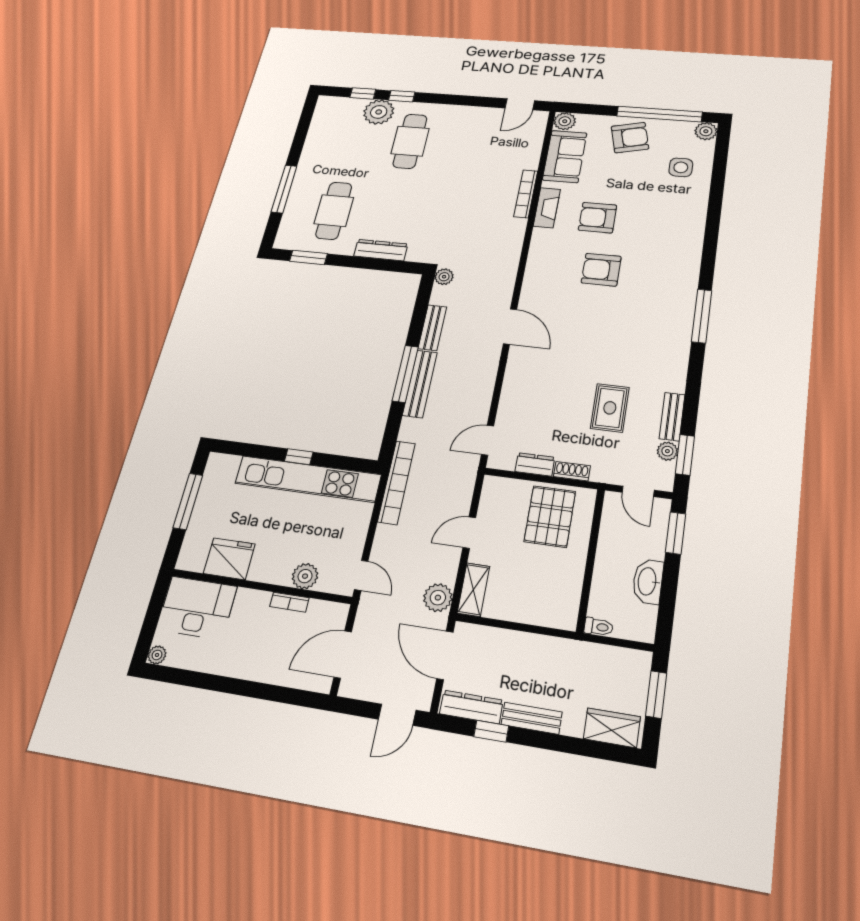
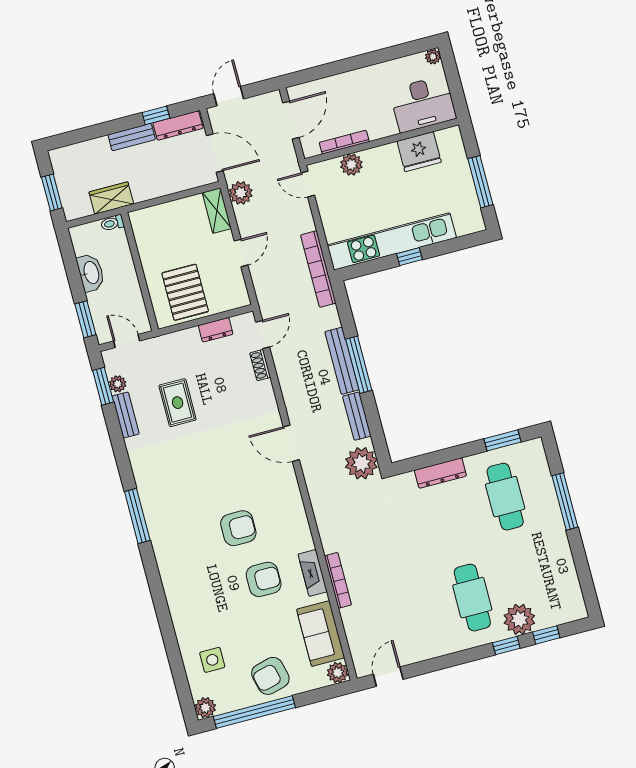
plant: (444, 277) -> (361, 463), width x1.88, depth x1.88
shoe rack: (572, 471) -> (260, 365), moved, turned 90
bookcase: (289, 602) -> (344, 142), width x1.56
wardrobe: (612, 728) -> (111, 198), moved, turned 180

